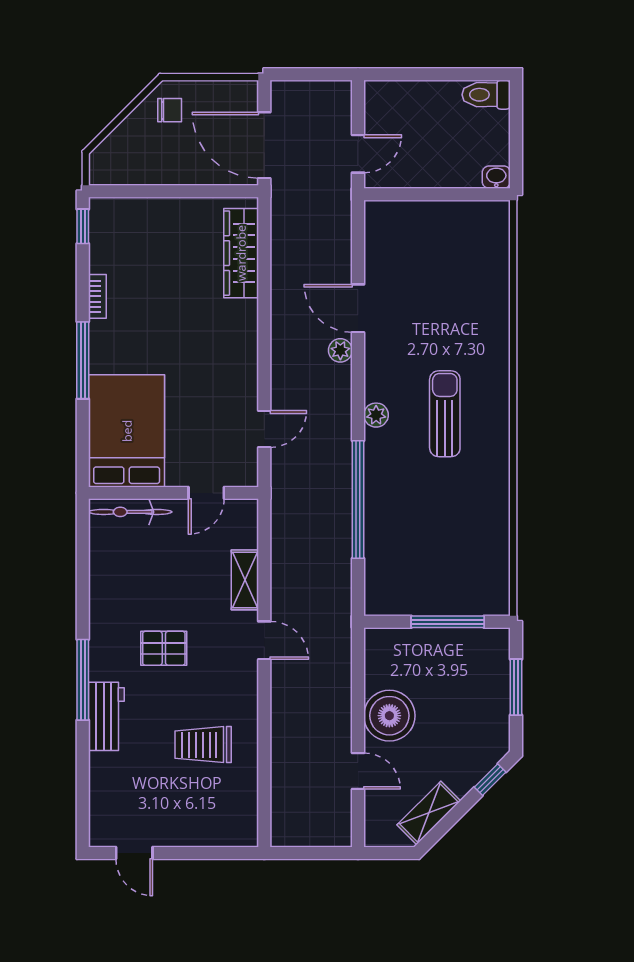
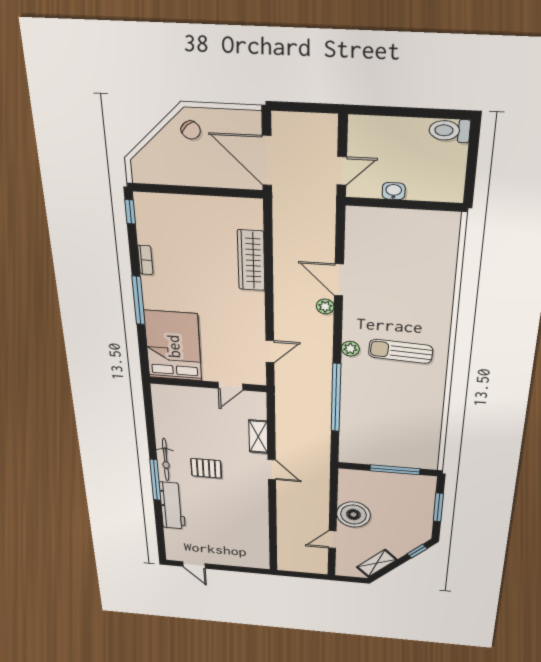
chair: (170, 110) -> (191, 130), turned 47
washbasin: (496, 177) -> (394, 191), moved
wardrobe: (241, 253) -> (251, 260), moved
sun lounger: (445, 414) -> (401, 351), turned -87
bicycle: (130, 512) -> (166, 460), moved, turned -90
workbench: (106, 716) -> (172, 506), width x1.38
trolley: (203, 745) -> (234, 518), removed
door: (358, 771) -> (332, 540), swing flipped

